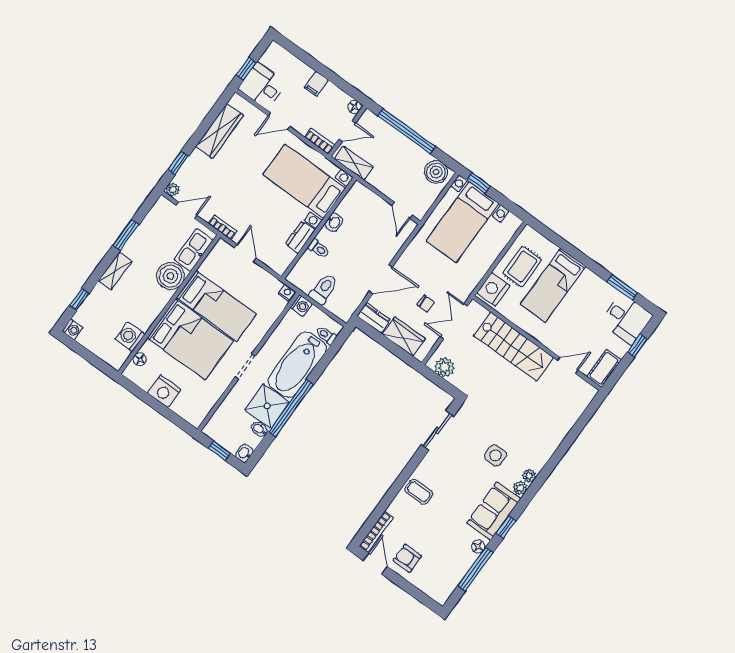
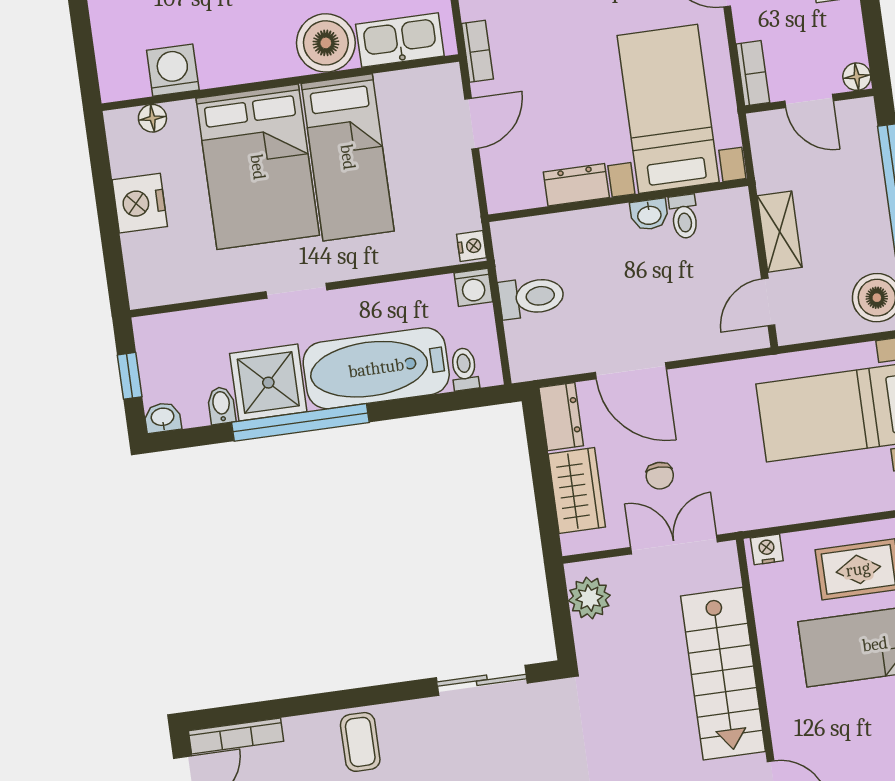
shelving: (354, 163) -> (780, 232), moved
toilet: (319, 249) -> (684, 217), moved
nightstand: (493, 289) -> (767, 549), width x0.53, depth x0.56

